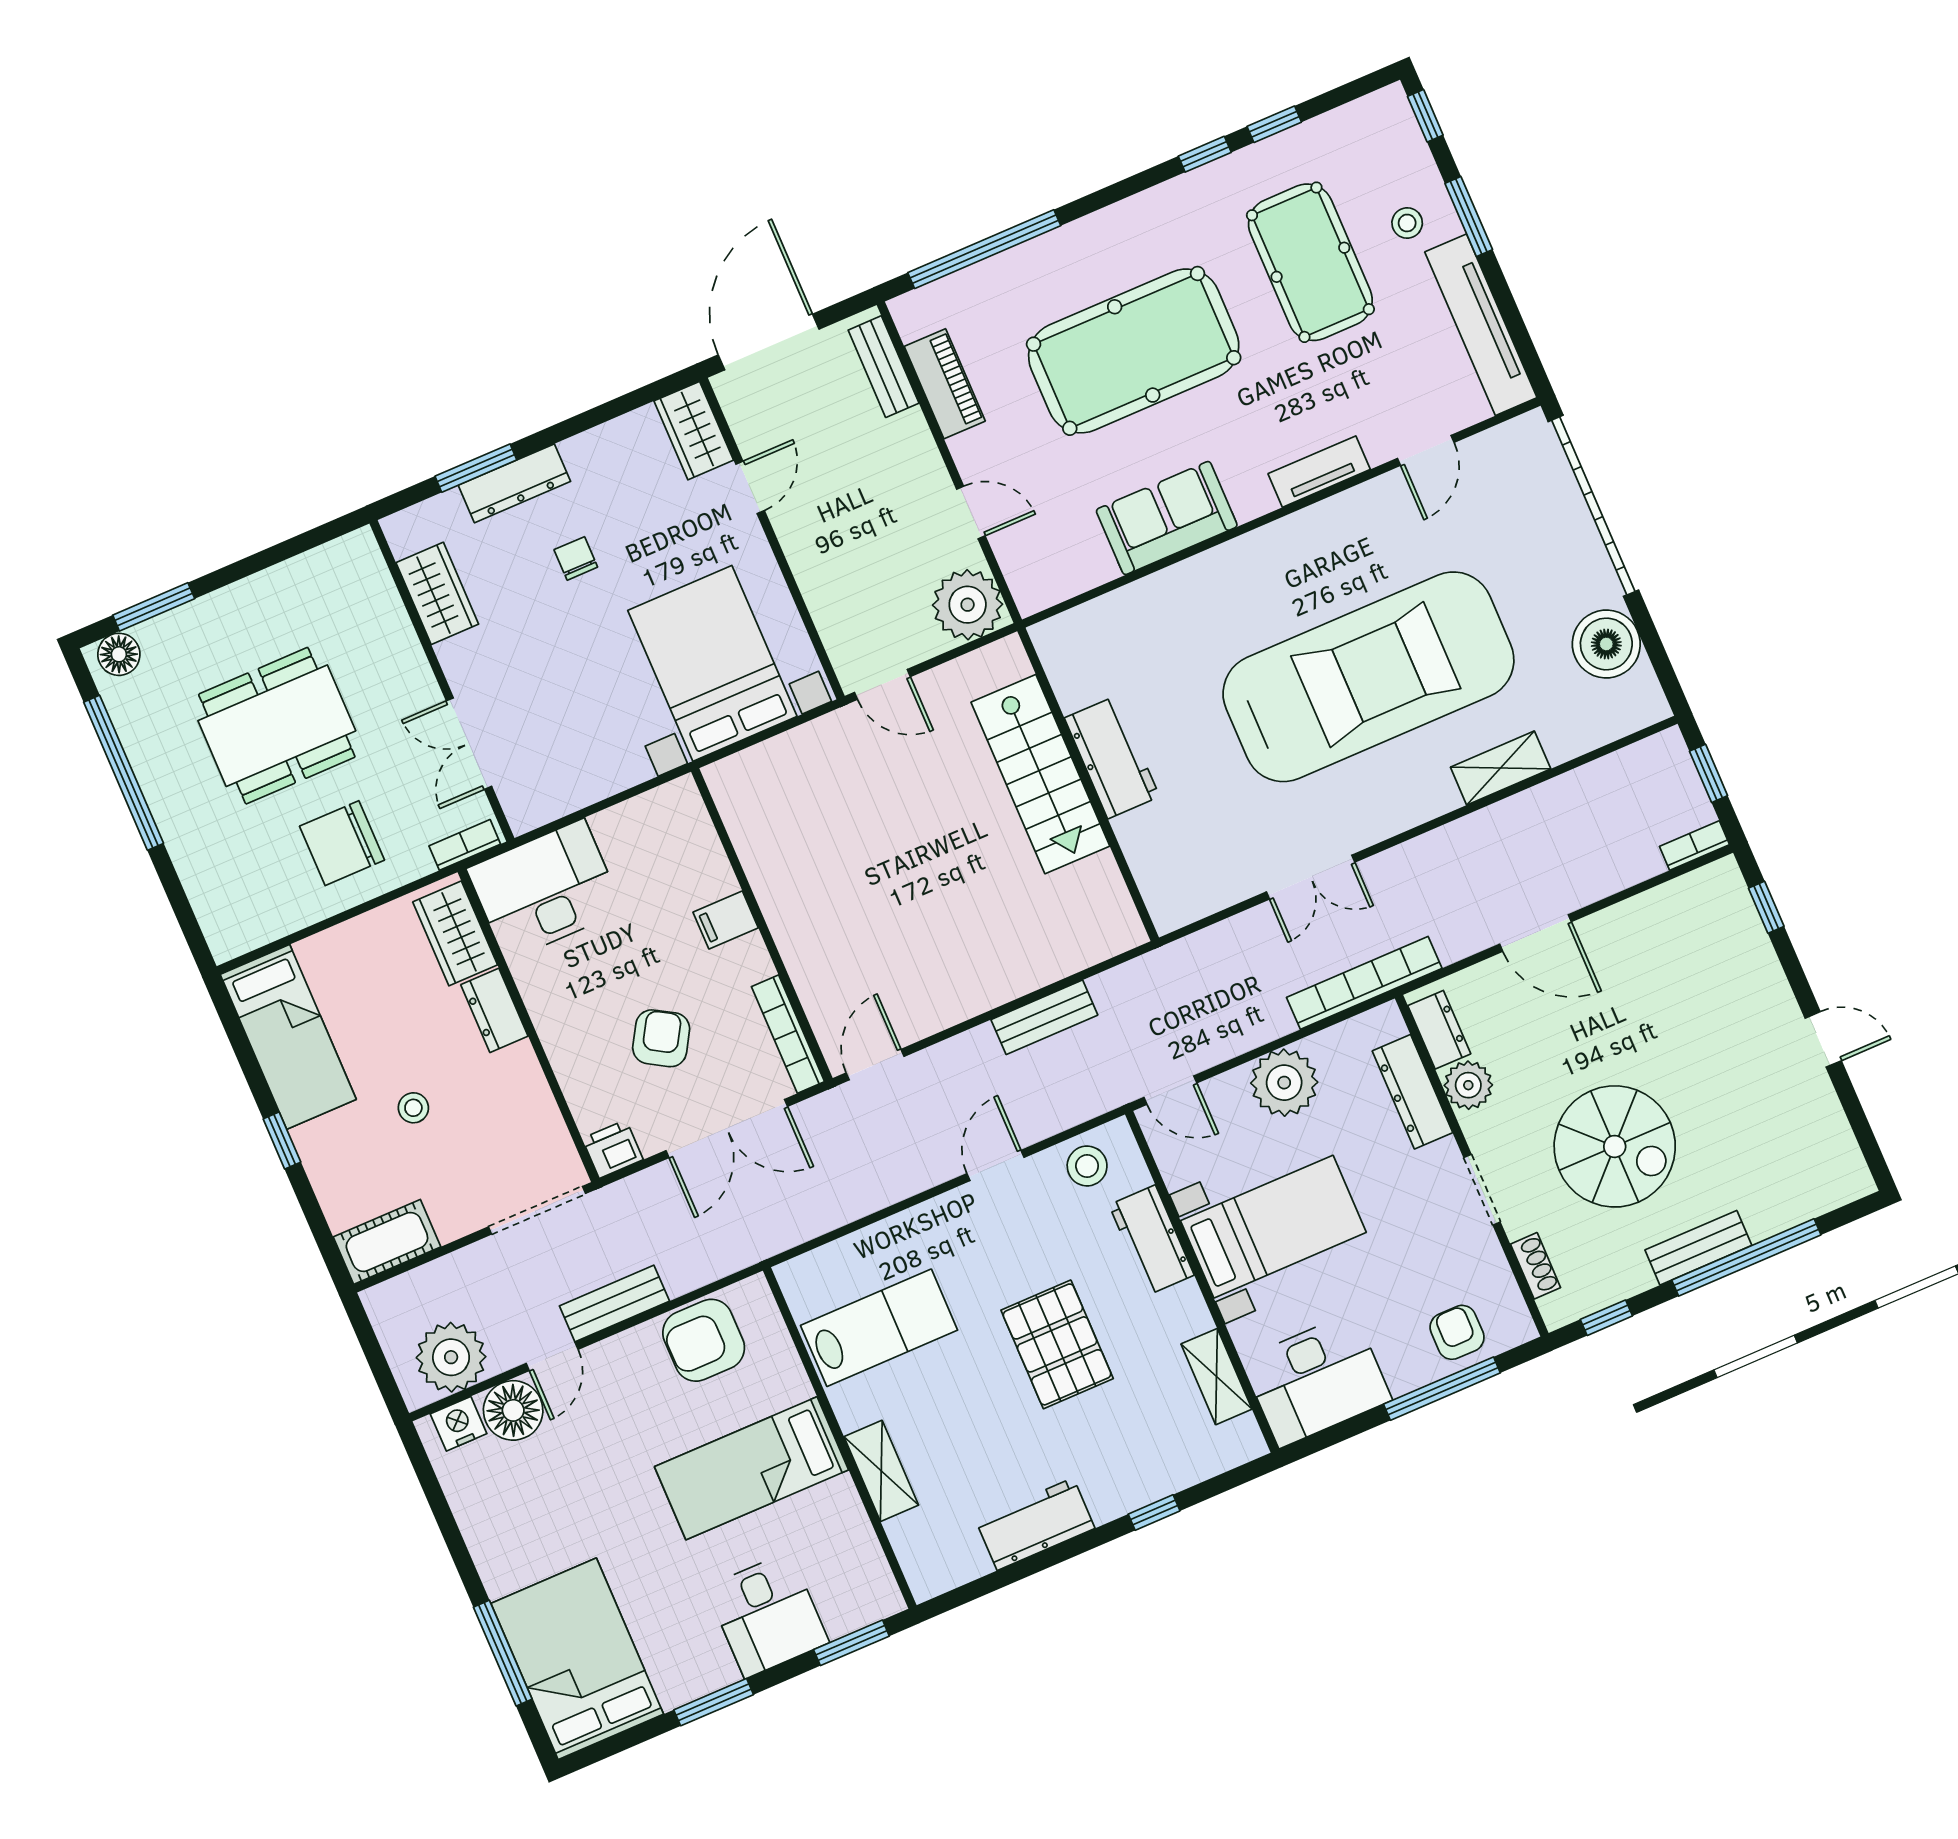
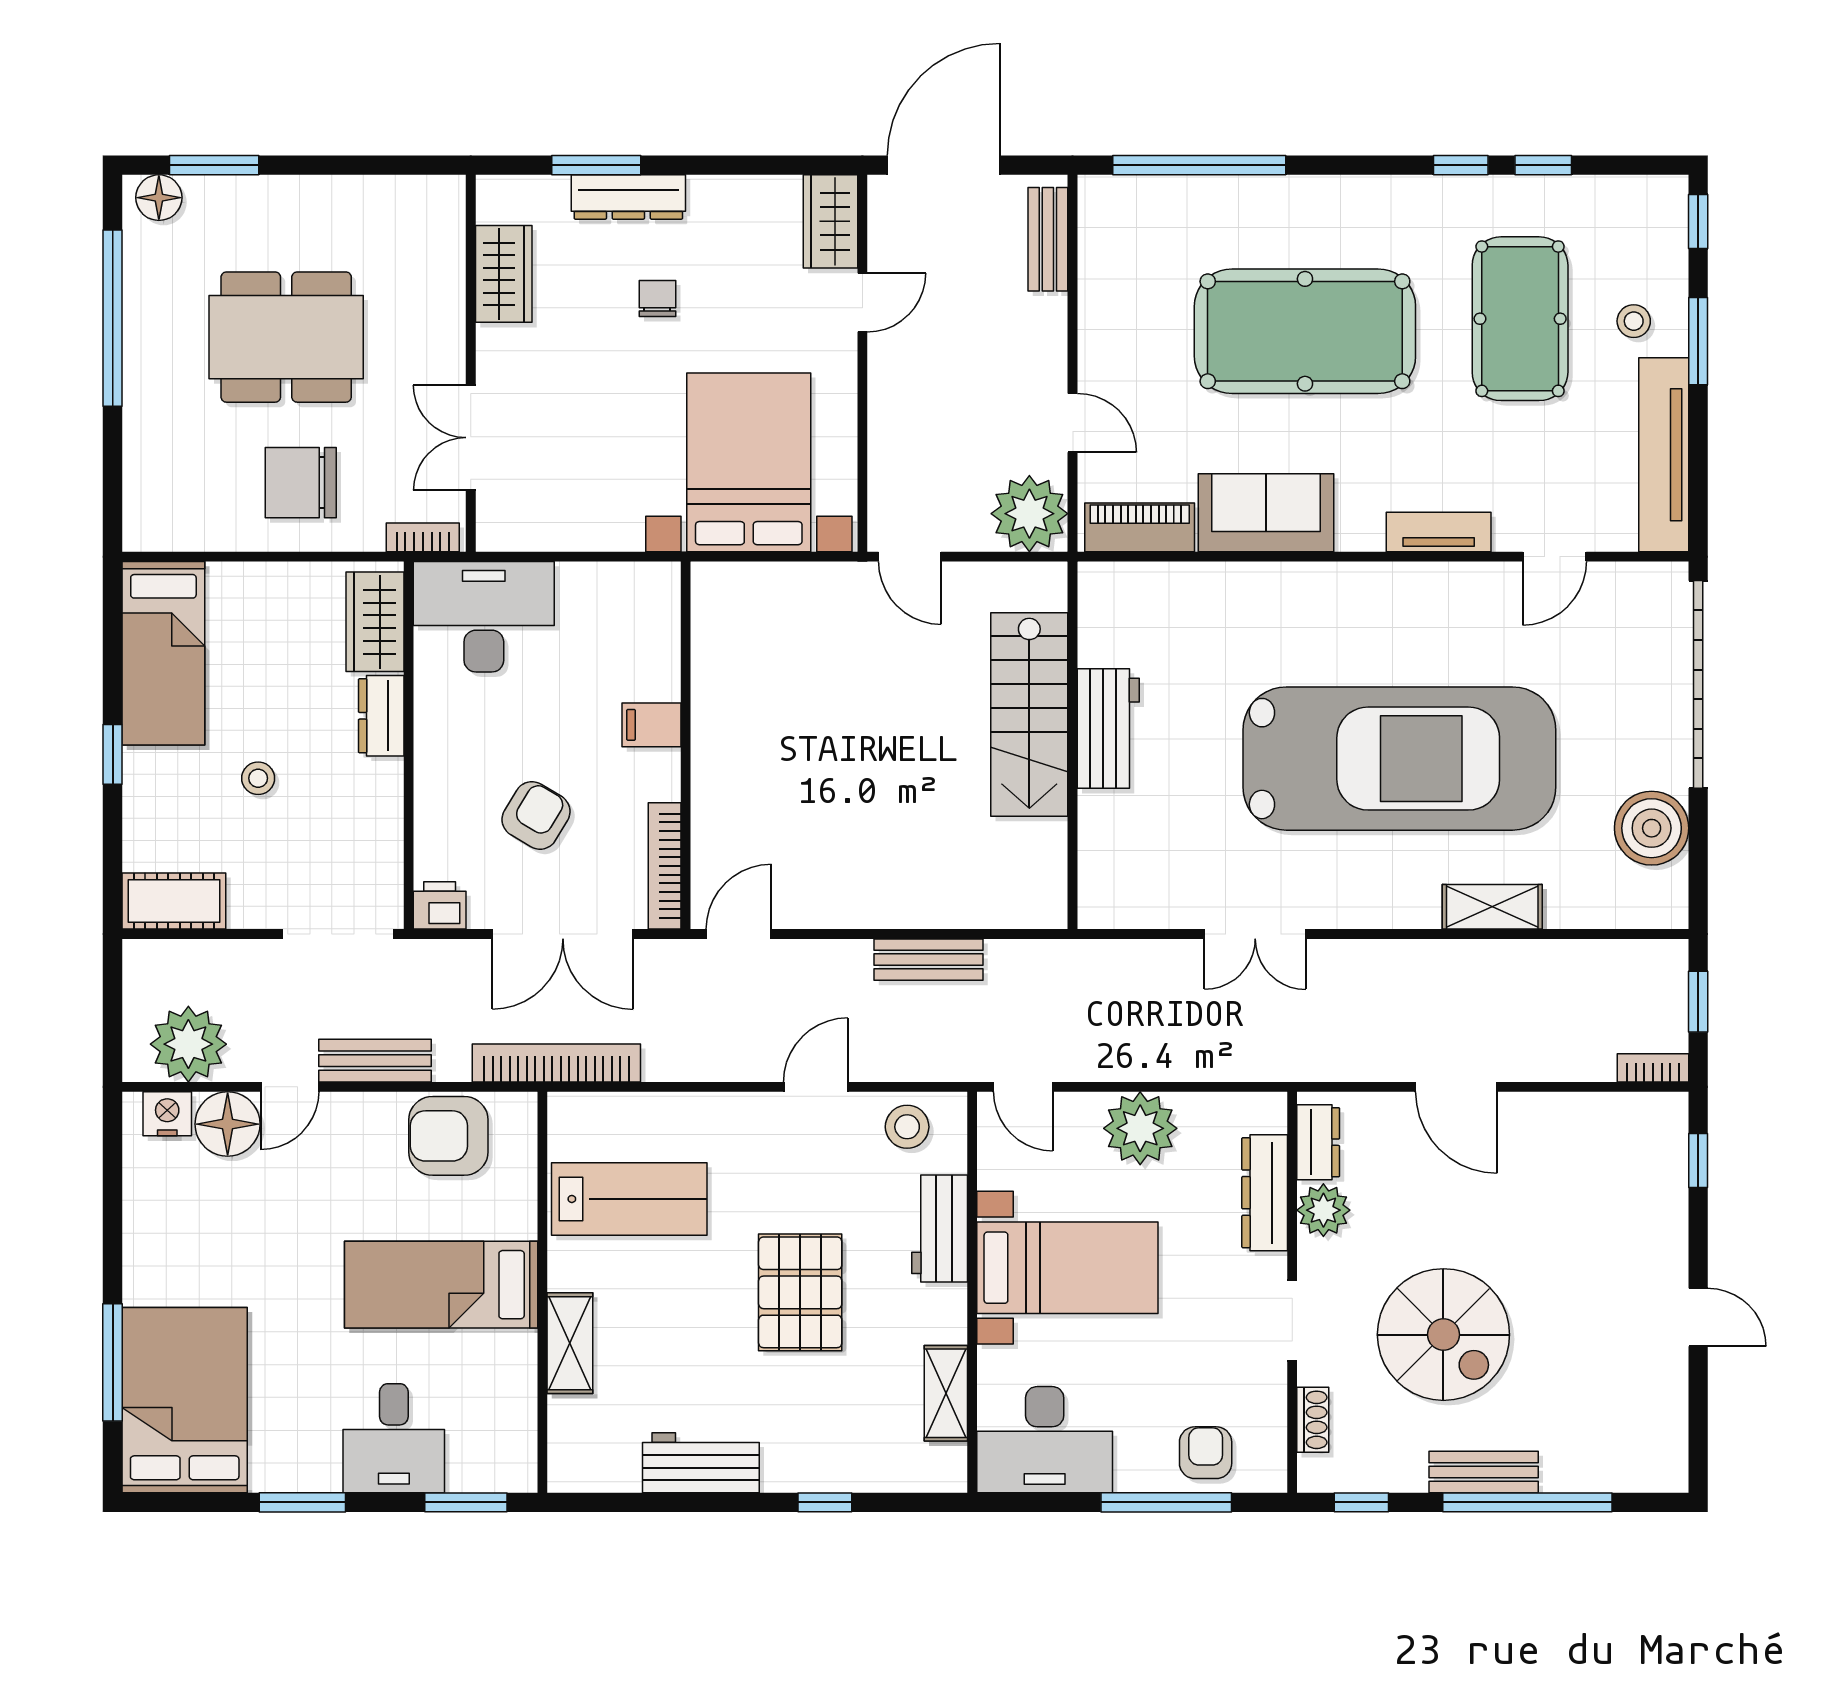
piano: (945, 384) -> (1140, 527), moved, turned -90
bookcase: (1364, 983) -> (556, 1063), moved

